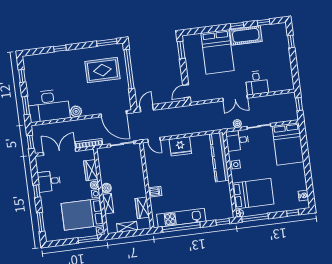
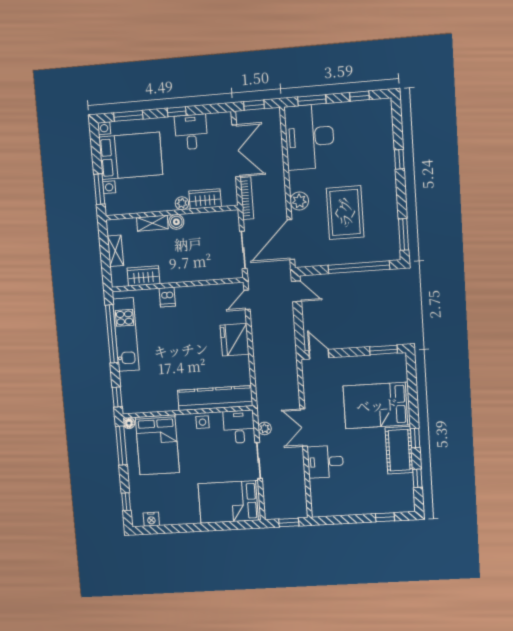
rug: (102, 70) -> (345, 213), moved
plant: (76, 111) -> (299, 201), moved
bed with nightstands: (82, 214) -> (131, 156), moved, turned 90

